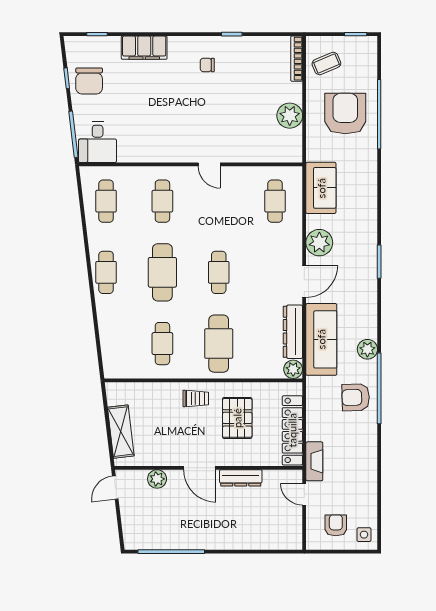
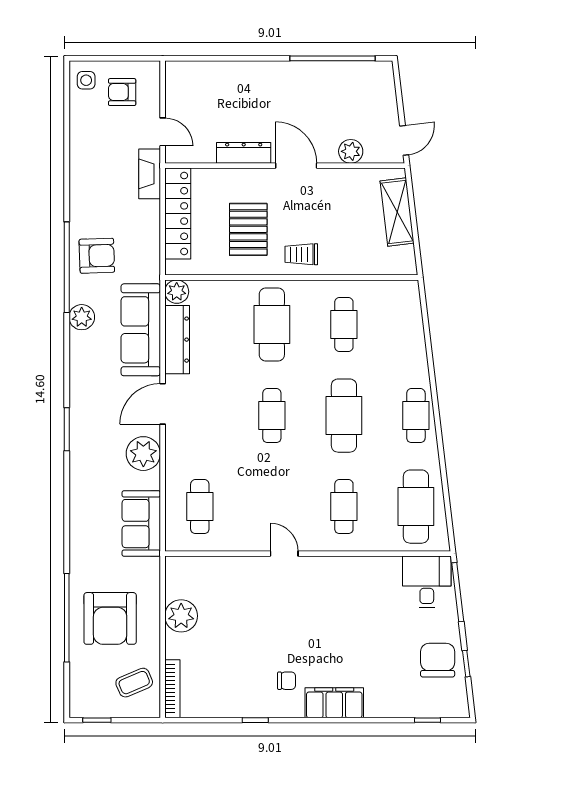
filing cabinet: (144, 48) -> (334, 703), moved
cafe table: (106, 201) -> (416, 507), width x1.37, depth x1.35
armchair: (336, 525) -> (122, 92), turned 90

